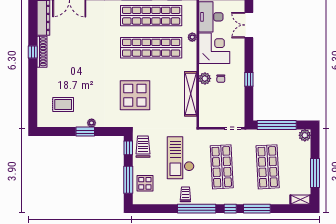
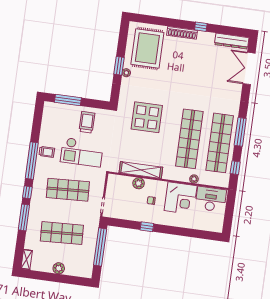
double door: (249, 25) -> (198, 234), removed
shoe rack: (42, 52) -> (182, 33), moved
plant: (205, 78) -> (139, 183), moved
rug: (63, 105) -> (147, 48), width x1.86, depth x2.06
plant: (305, 135) -> (59, 268), moved
trolley: (143, 147) -> (87, 122), moved, turned -90
window: (128, 148) -> (98, 104), removed
checkout: (181, 158) -> (82, 152), turned 180
window: (315, 173) -> (50, 277), removed
display table: (145, 183) -> (62, 115), removed

